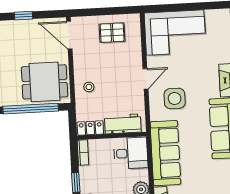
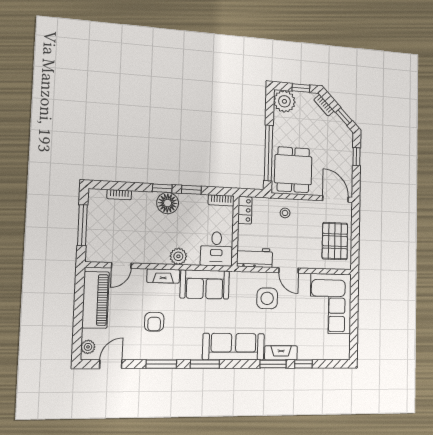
pallet: (112, 33) -> (335, 241), width x1.50, depth x1.42
door: (69, 35) -> (336, 199), hinge flipped
workbench: (123, 124) -> (255, 258), moved, turned -90
sofa: (165, 153) -> (205, 284), width x0.73

